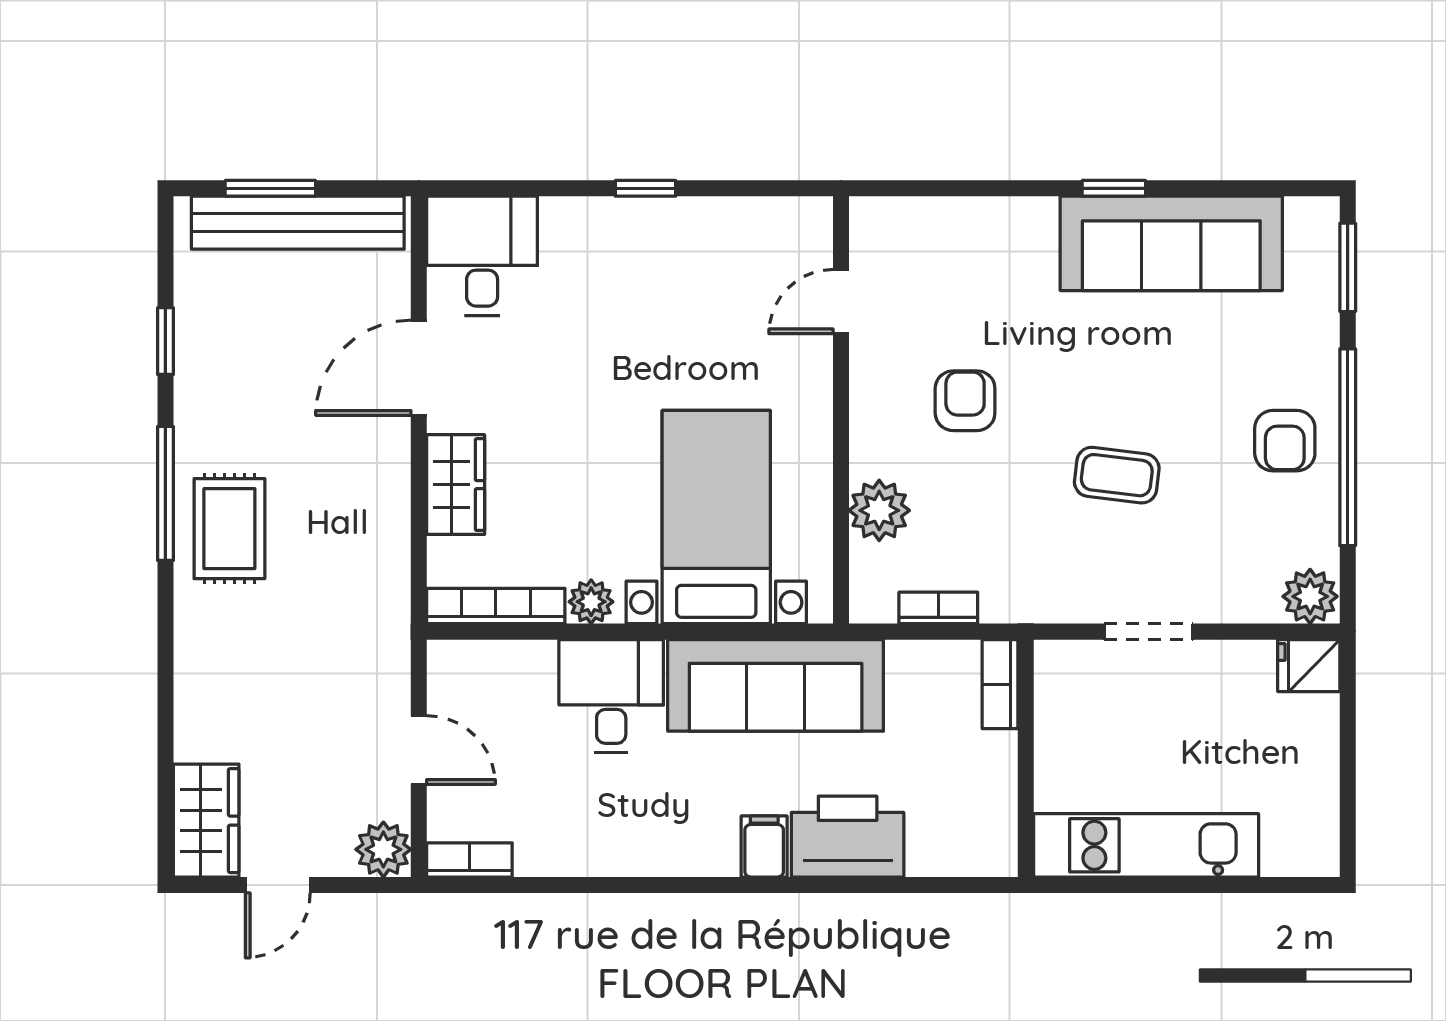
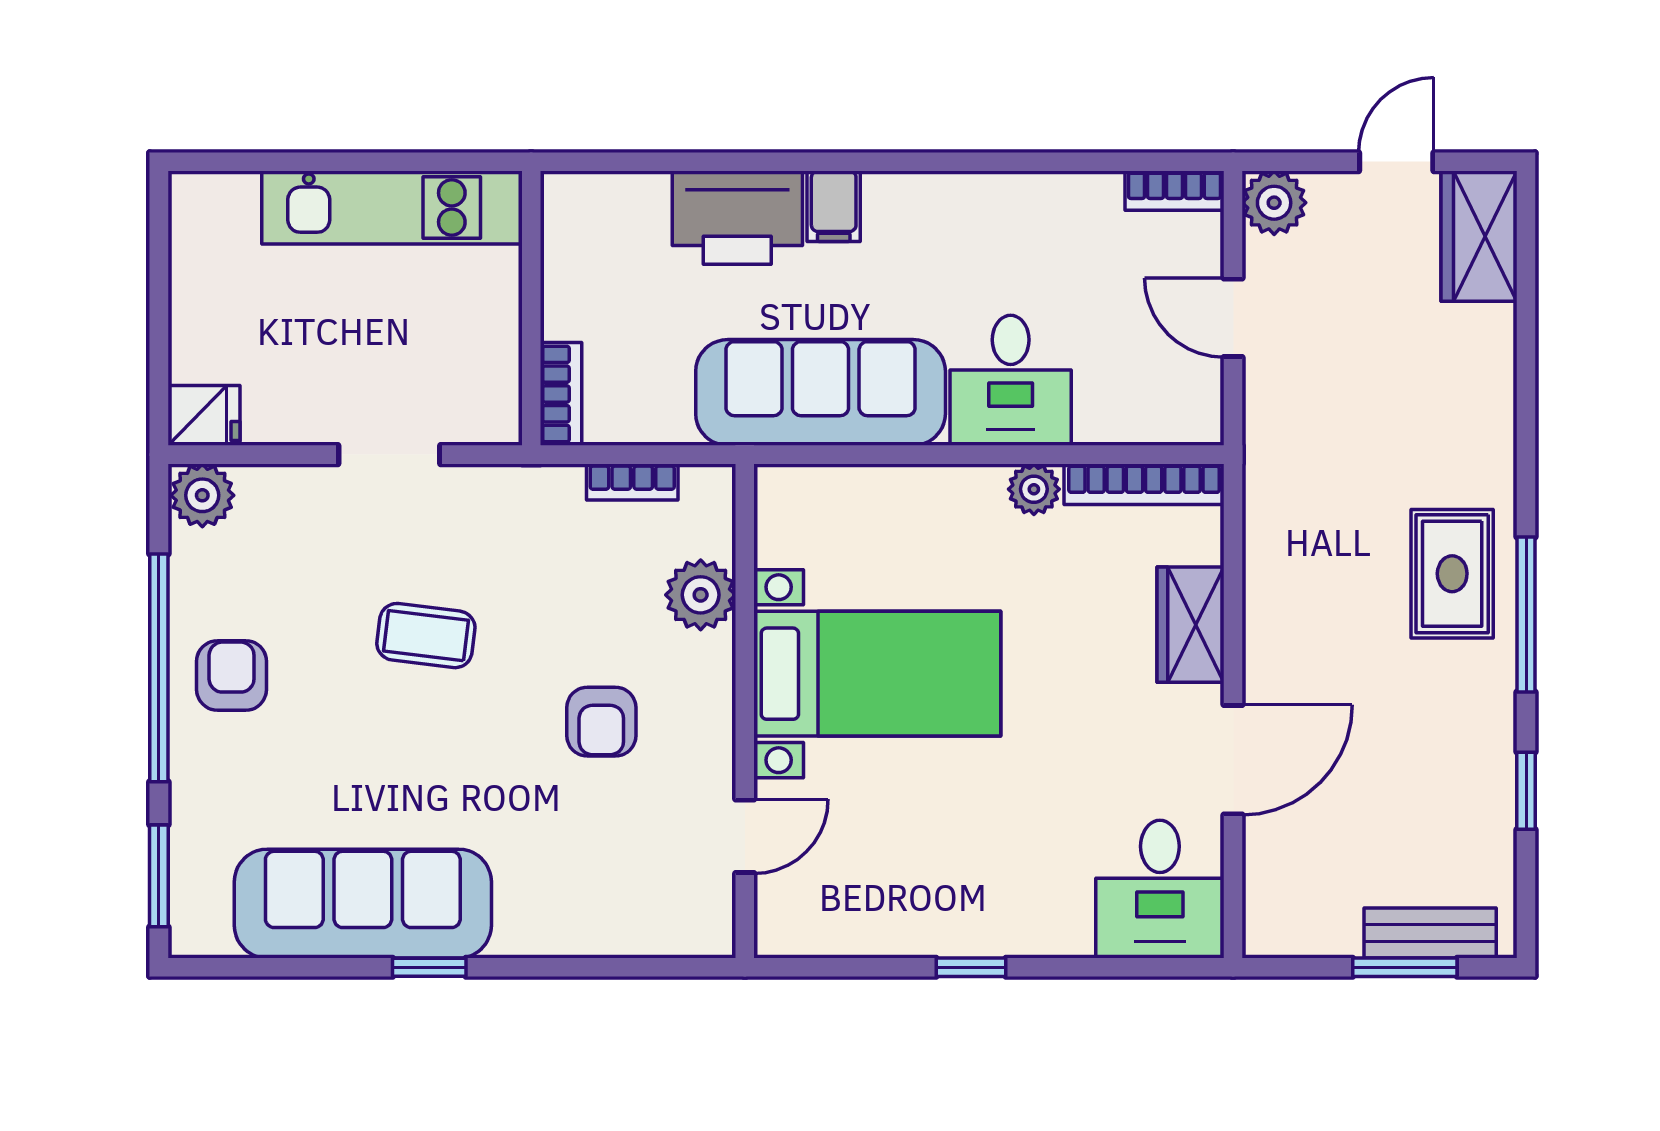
bench: (298, 223) -> (1430, 933), width x0.54, depth x0.82
bed with nightstands: (716, 517) -> (877, 674), moved, turned -90

